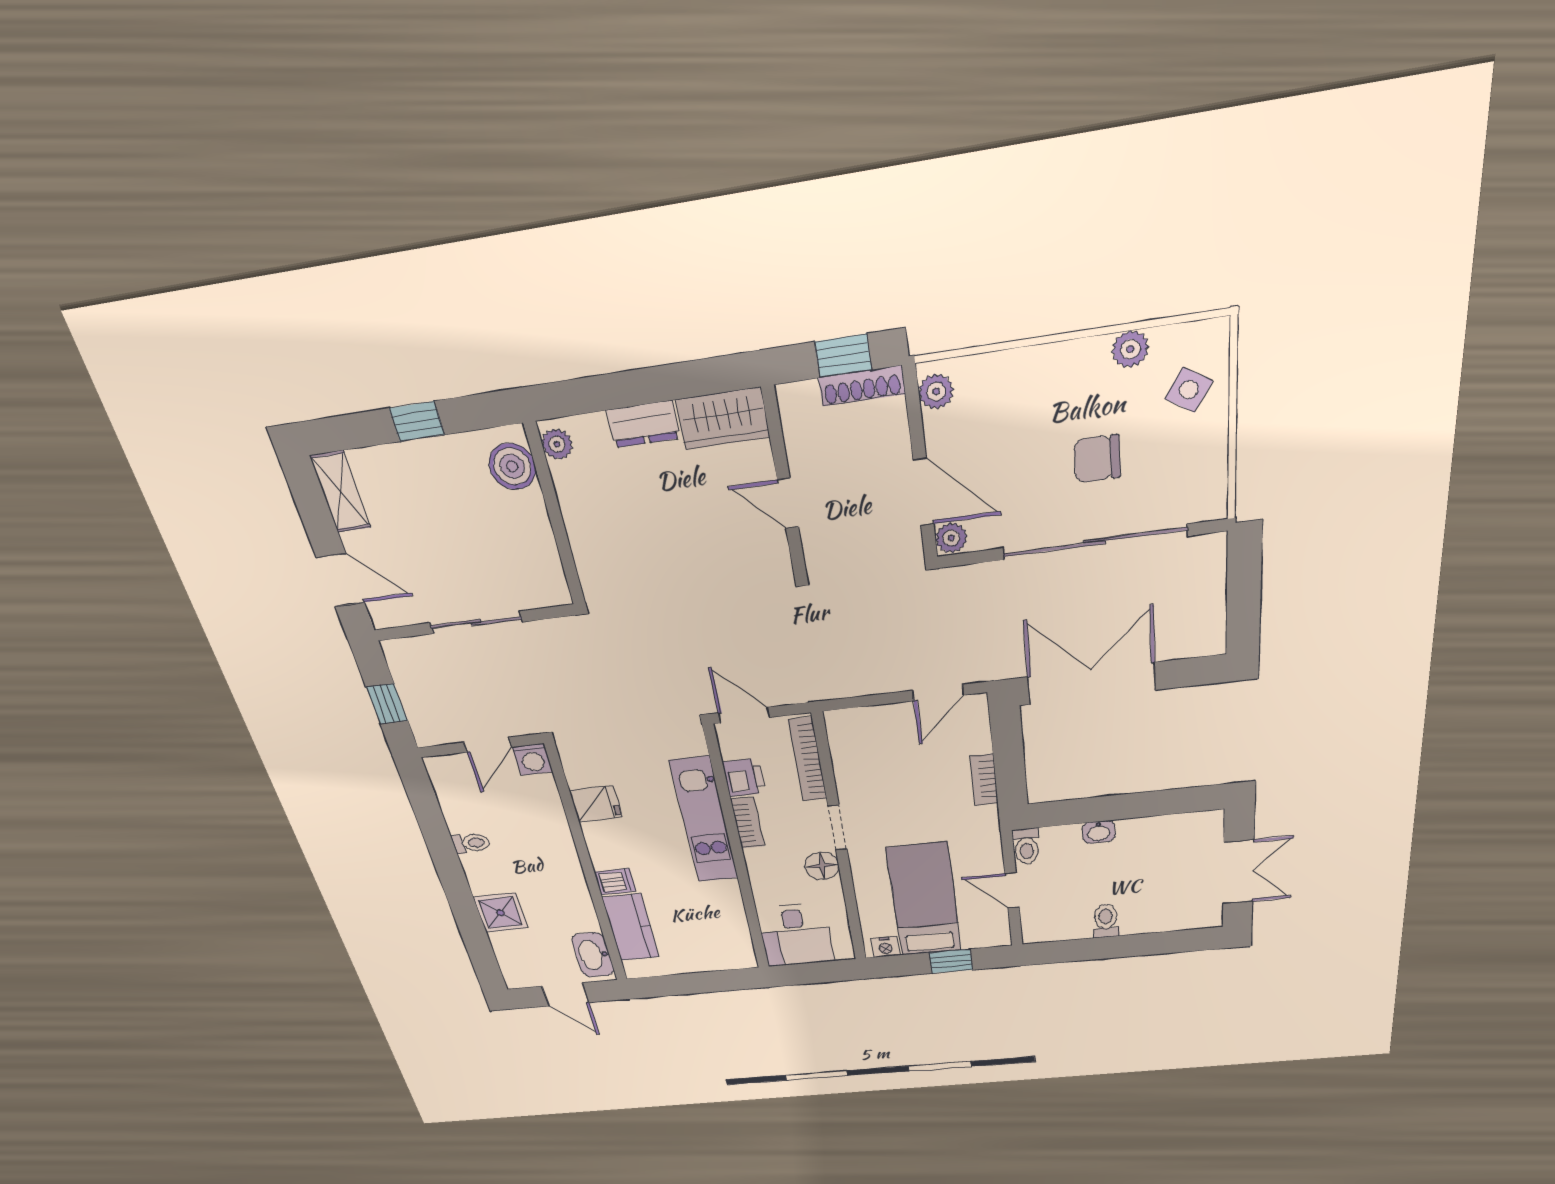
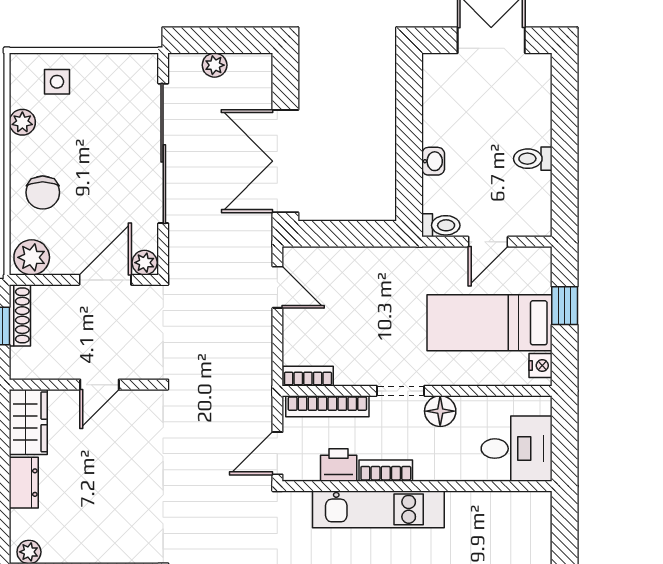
side table: (1189, 390) -> (57, 82), turned -32
plant: (936, 391) -> (32, 257), width x1.38, depth x1.38
chair: (1097, 459) -> (43, 192), moved
plant: (1211, 589) -> (215, 65), added
bookcase: (984, 780) -> (308, 376), moved, turned 180

